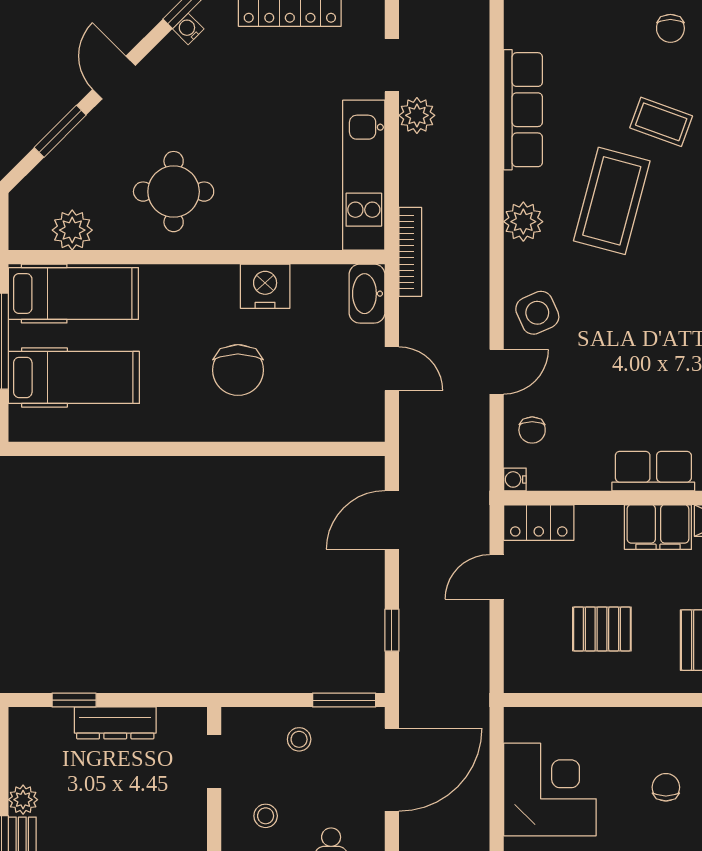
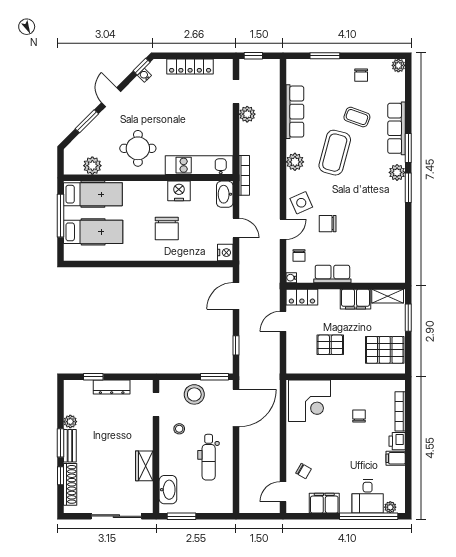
kitchen unit: (364, 175) -> (199, 165), moved, turned 90
chair: (596, 359) -> (328, 224), added
nightstand: (368, 424) -> (225, 253), added
row of seats: (653, 471) -> (332, 274), moved
stool: (299, 739) -> (194, 394), width x1.89, depth x1.89
corner desk: (550, 790) -> (310, 401), moved, turned 90

